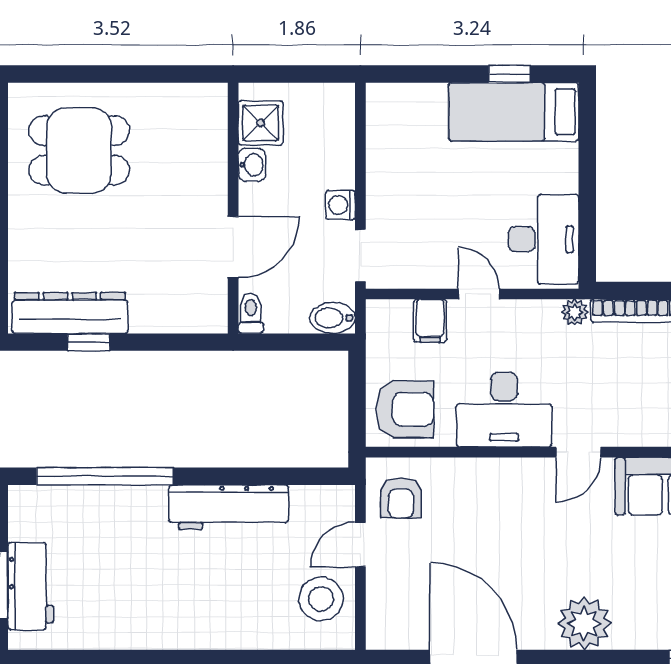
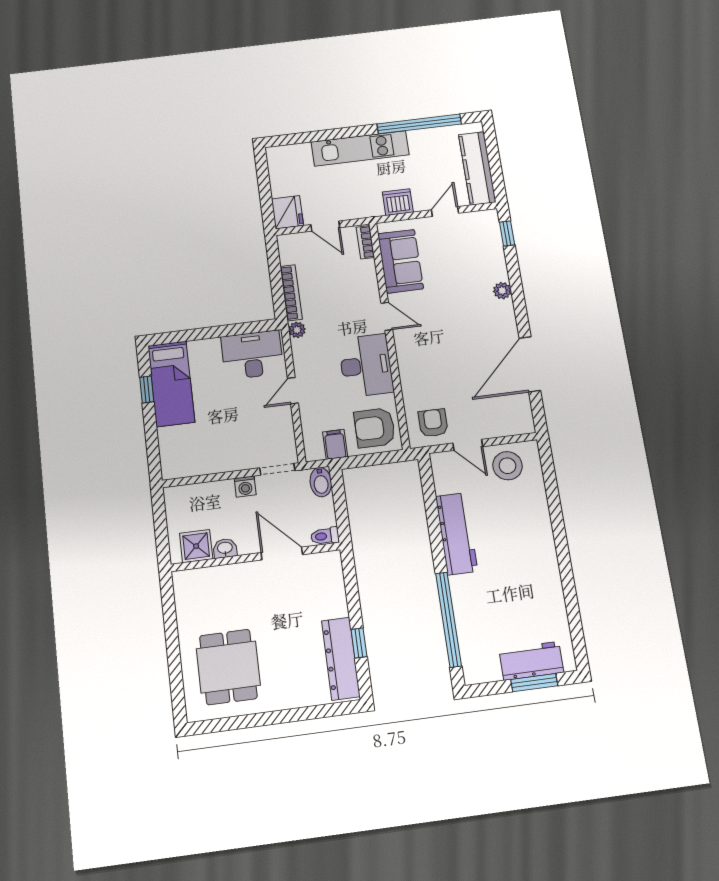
filing cabinet: (430, 321) -> (335, 444), moved, turned -90
armchair: (405, 409) -> (375, 428), turned -90
armchair: (401, 498) -> (433, 423), turned -90
plant: (584, 623) -> (502, 291), width x0.53, depth x0.53

